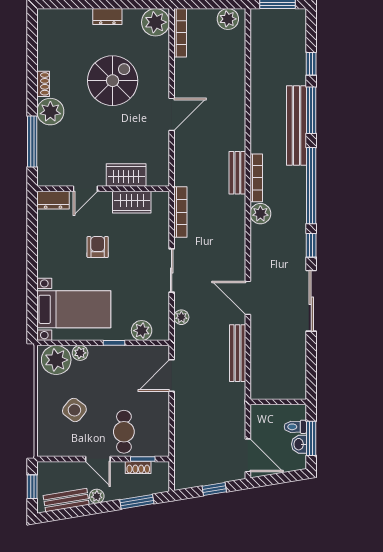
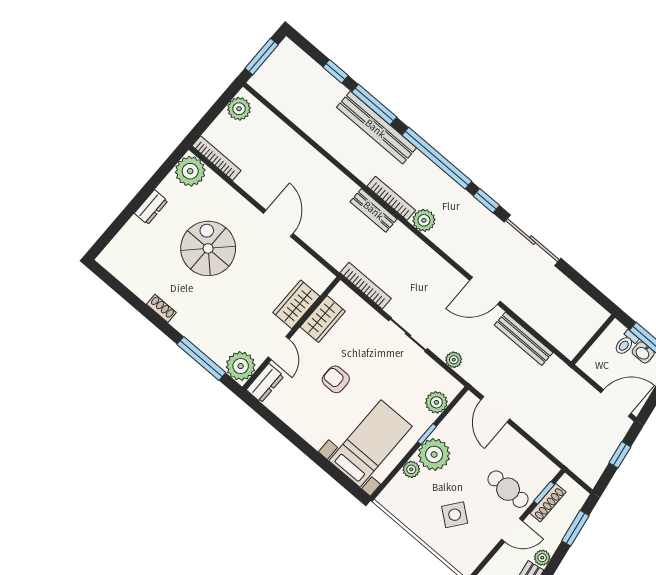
plant: (50, 112) -> (241, 366), moved
plant: (56, 360) -> (434, 454), moved
shoe rack: (138, 467) -> (548, 503), width x1.43

